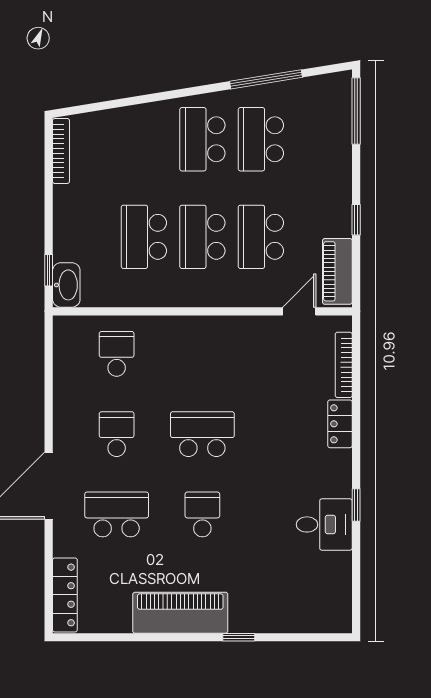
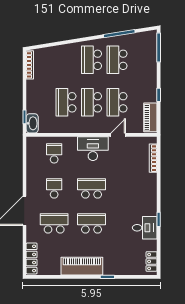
door: (299, 311) -> (118, 135), moved
desk: (205, 343) -> (93, 149), added
locker: (340, 424) -> (152, 261), moved
school desk: (202, 514) -> (92, 223), width x1.85

